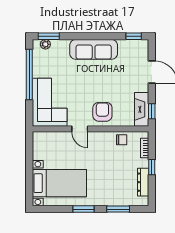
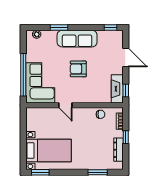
window: (49, 36) -> (59, 28), moved
window: (29, 75) -> (23, 75), moved
armchair: (102, 112) -> (78, 69), moved, turned -90
window: (84, 209) -> (40, 172), moved

